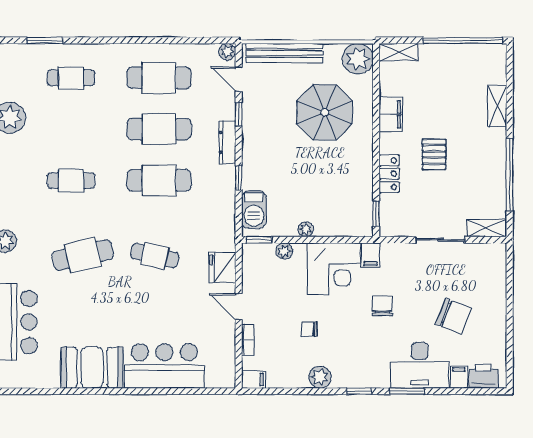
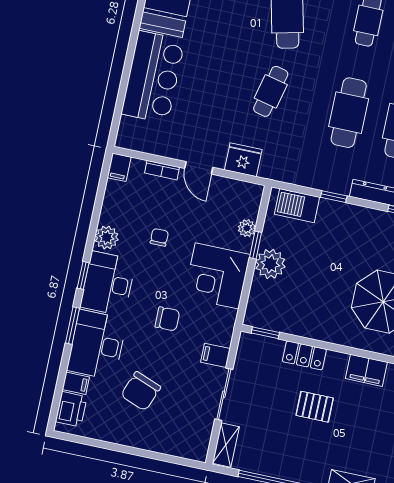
plant: (306, 229) -> (270, 264), width x1.87, depth x1.87
window: (259, 240) -> (256, 245), moved
filing cabinet: (371, 255) -> (215, 355), moved
door: (239, 307) -> (199, 168), swing flipped
desk: (362, 367) -> (108, 284), added

